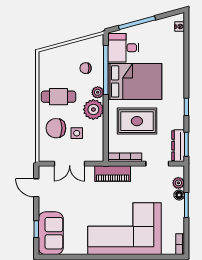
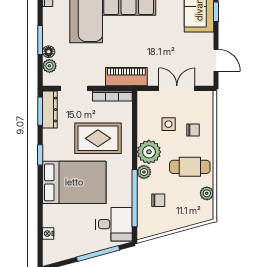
nightstand: (180, 27) -> (48, 234), moved
plant: (44, 74) -> (207, 193), added
bed: (135, 81) -> (74, 182), moved, turned 180
chair: (56, 128) -> (193, 130), width x0.54, depth x0.54

